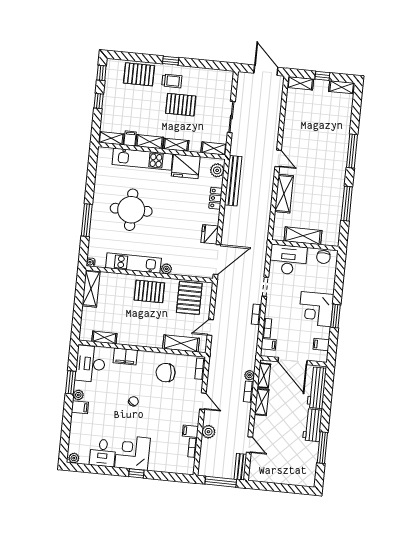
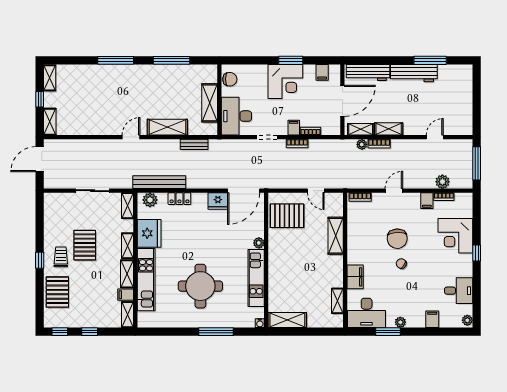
door: (217, 259) -> (244, 191), swing flipped
pallet: (149, 291) -> (284, 258), removed
shelving: (181, 343) -> (336, 236), moved
filing cabinet: (269, 344) -> (294, 128), moved
chair: (166, 373) -> (397, 239), moved
filing cabinet: (80, 407) -> (432, 319), moved
workbench: (313, 425) -> (414, 73), width x1.38
plant: (208, 432) -> (442, 182), moved
corner desk: (132, 453) -> (455, 236), moved
bench: (240, 467) -> (194, 144), moved

